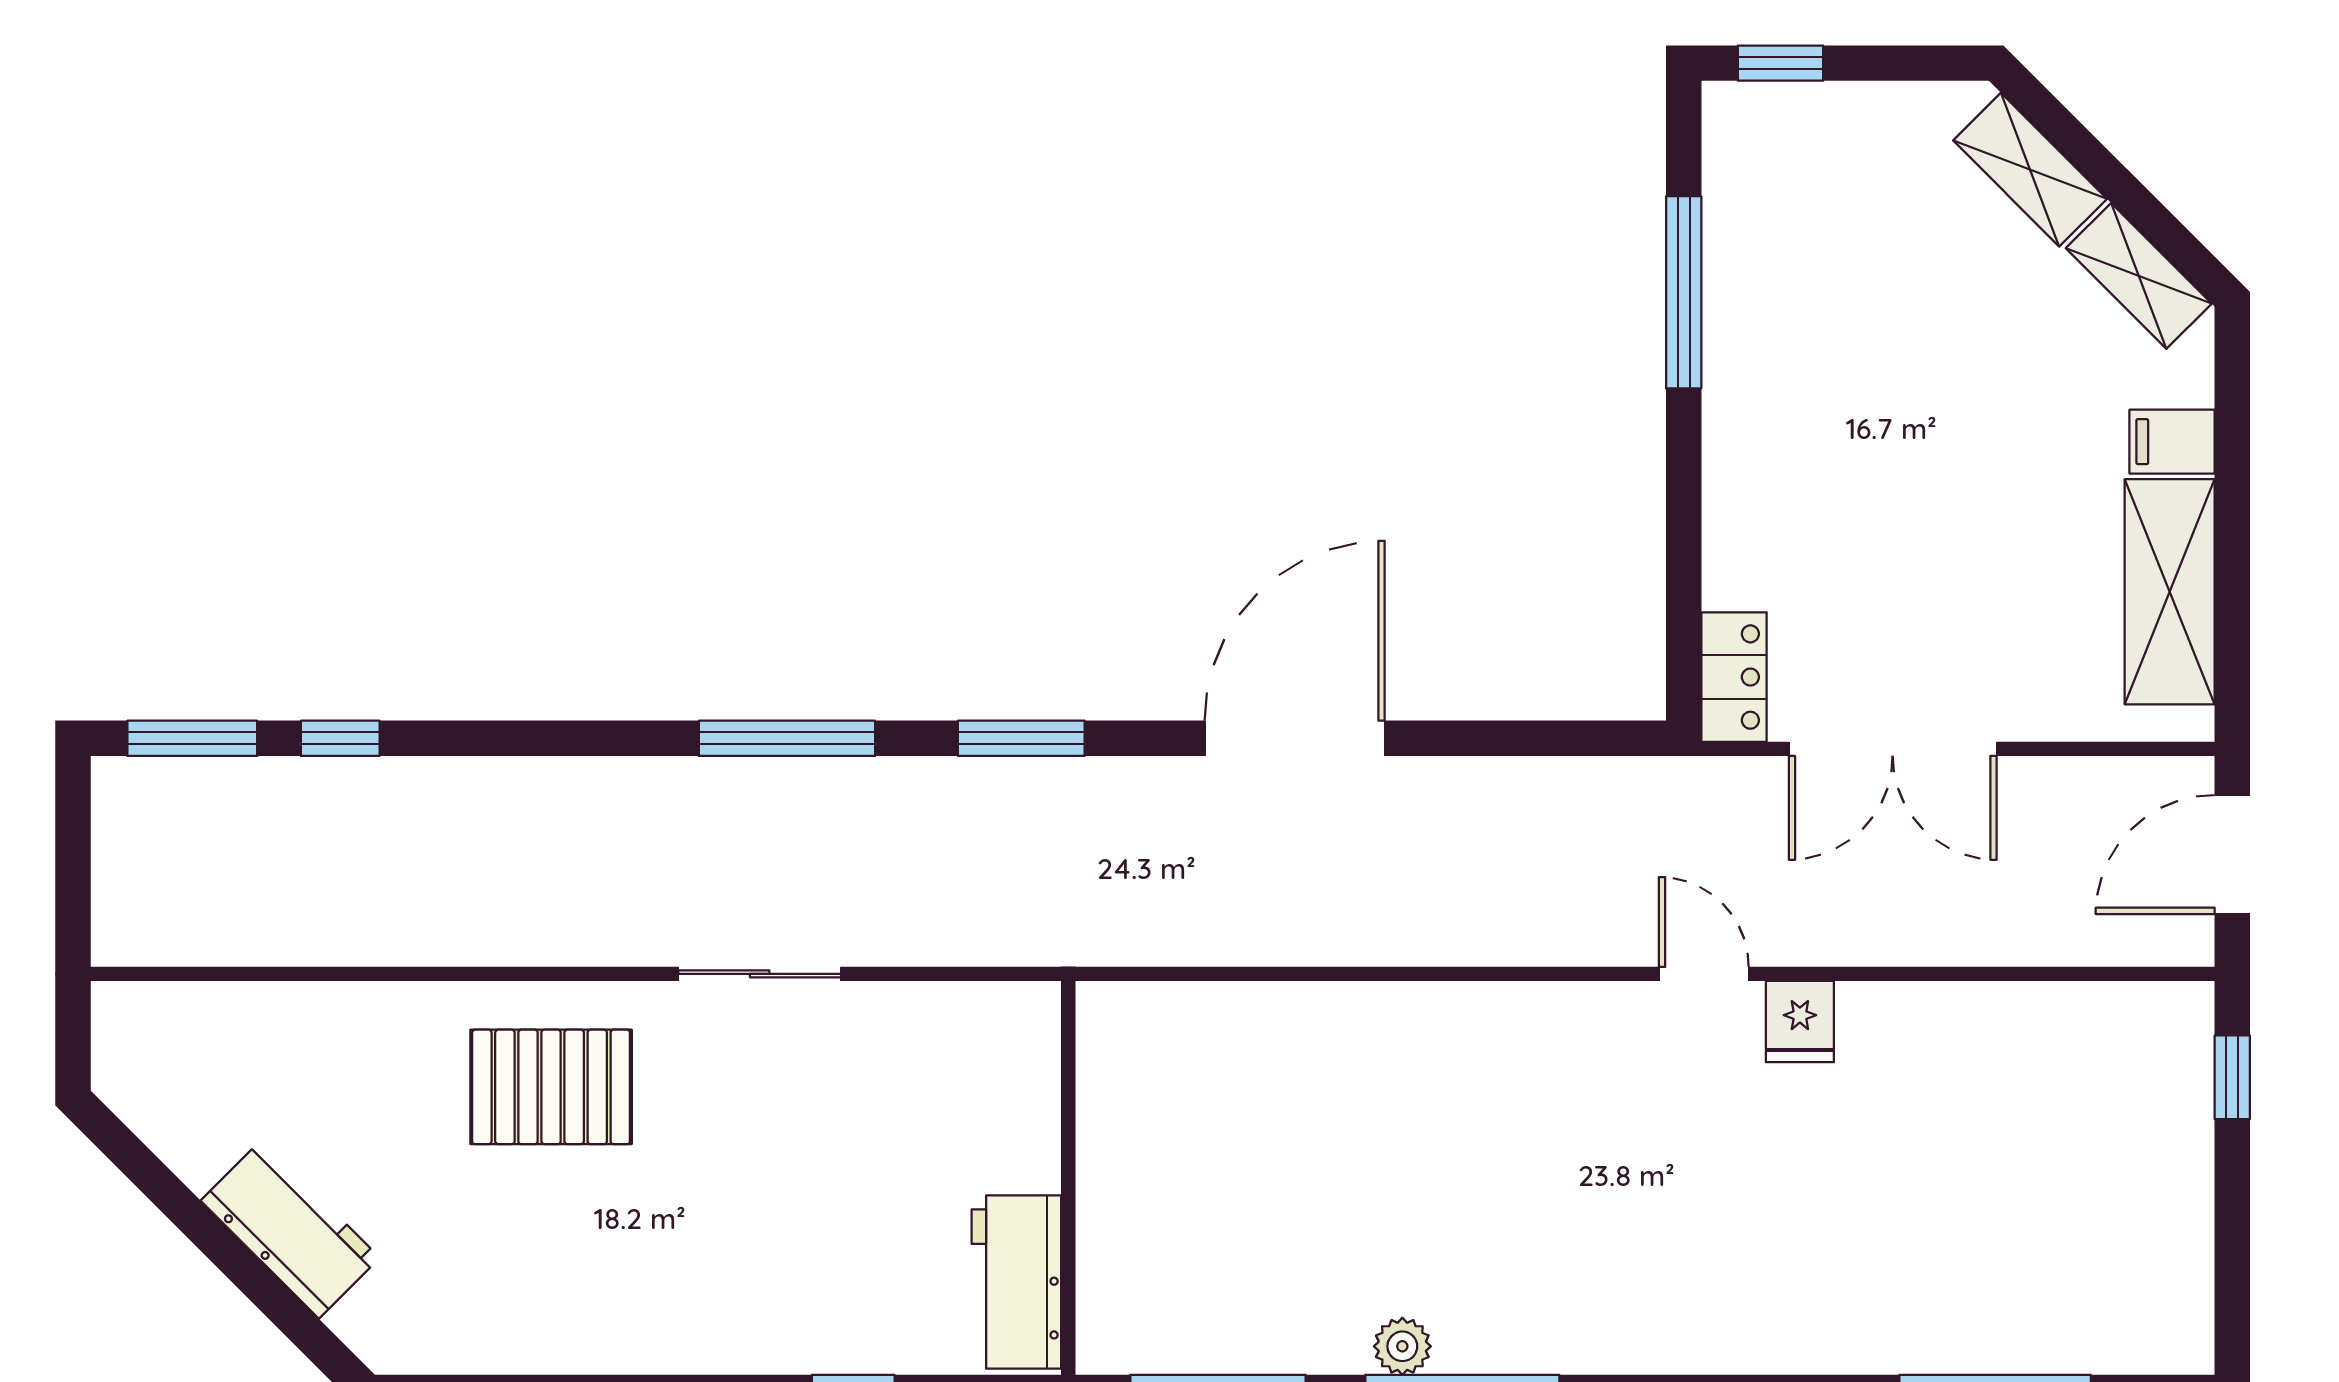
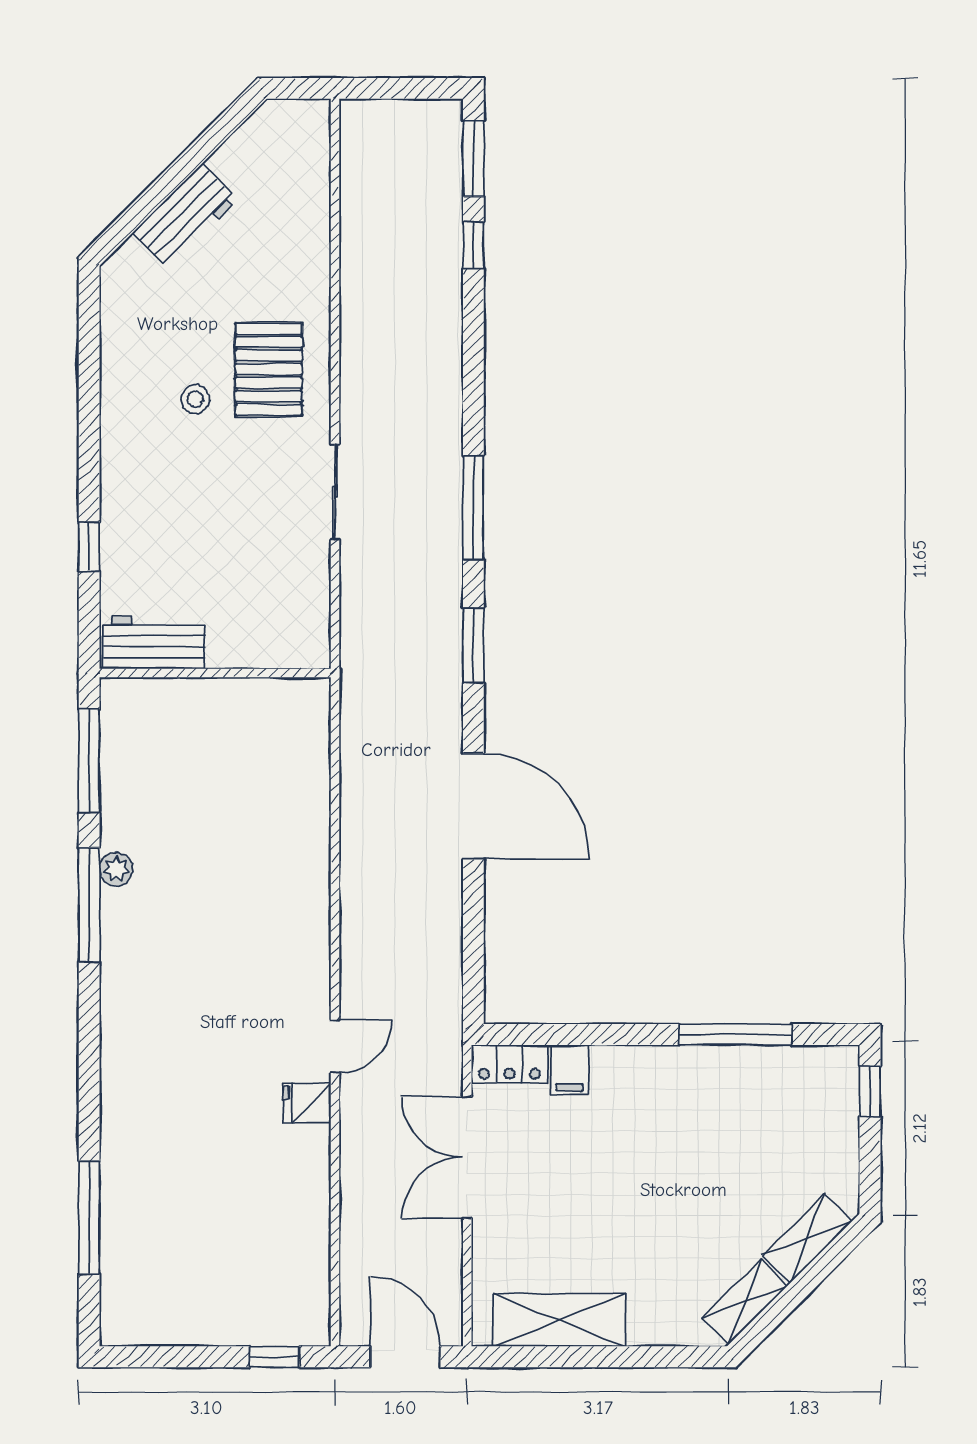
filing cabinet: (2172, 442) -> (569, 1070), moved, turned 180
stool: (602, 1211) -> (195, 399), added

